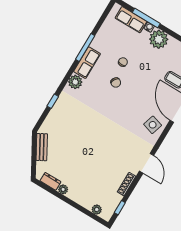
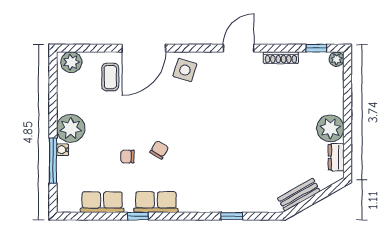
row of seats: (131, 20) -> (102, 202), moved, turned -90
window: (85, 47) -> (138, 216), width x0.46
plant: (75, 82) -> (190, 202), removed
plant: (63, 189) -> (330, 128), width x1.87, depth x1.87
plant: (97, 210) -> (336, 59), moved

